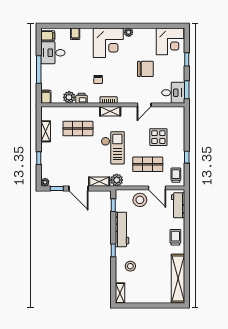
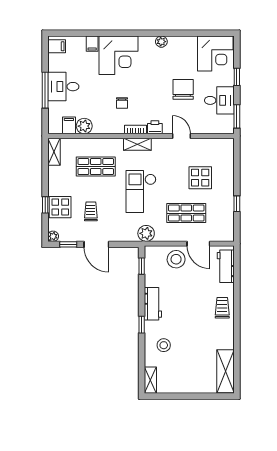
corner desk: (108, 43) -> (118, 55), moved
desk: (53, 53) -> (63, 87), moved
chair: (145, 69) -> (183, 89), turned -90
desk: (173, 93) -> (219, 100), moved
filing cabinet: (46, 97) -> (69, 125), moved
printer: (82, 98) -> (155, 127), moved
door: (144, 105) -> (182, 136), swing flipped
shelving: (46, 131) -> (54, 152), moved
checkout: (113, 148) -> (141, 192), turned 180
display table: (51, 160) -> (60, 207), added
trolley: (176, 175) -> (91, 211), moved
shelving: (99, 182) -> (123, 235), removed
workbench: (122, 229) -> (153, 304), width x0.73
shelving: (178, 279) -> (226, 371), width x0.68

